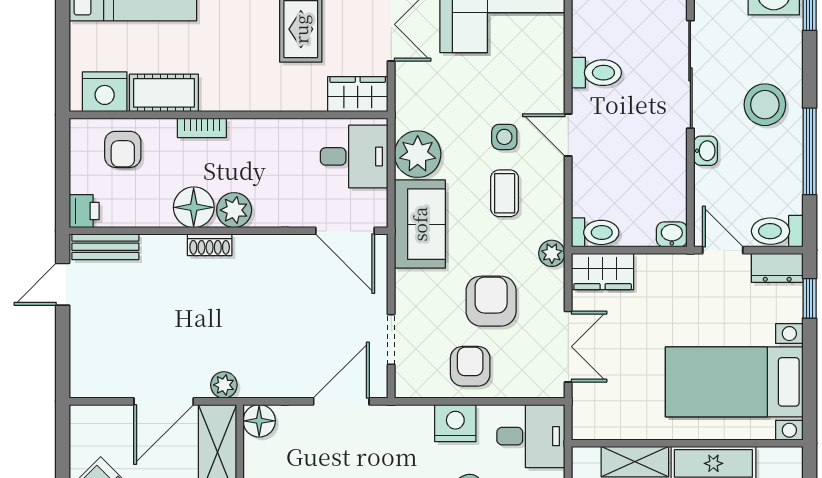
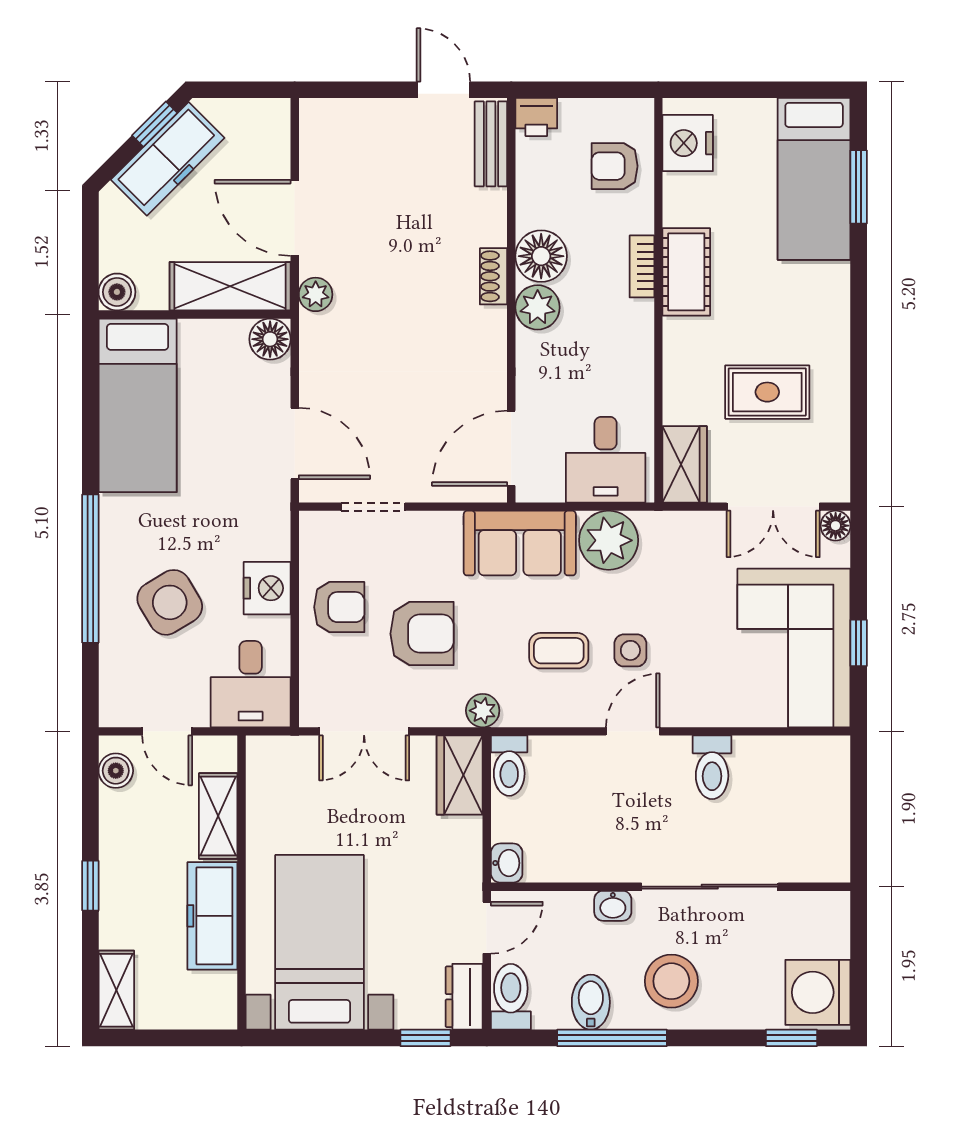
cot: (164, 93) -> (686, 272), moved
bidet: (781, 168) -> (591, 1002), added

